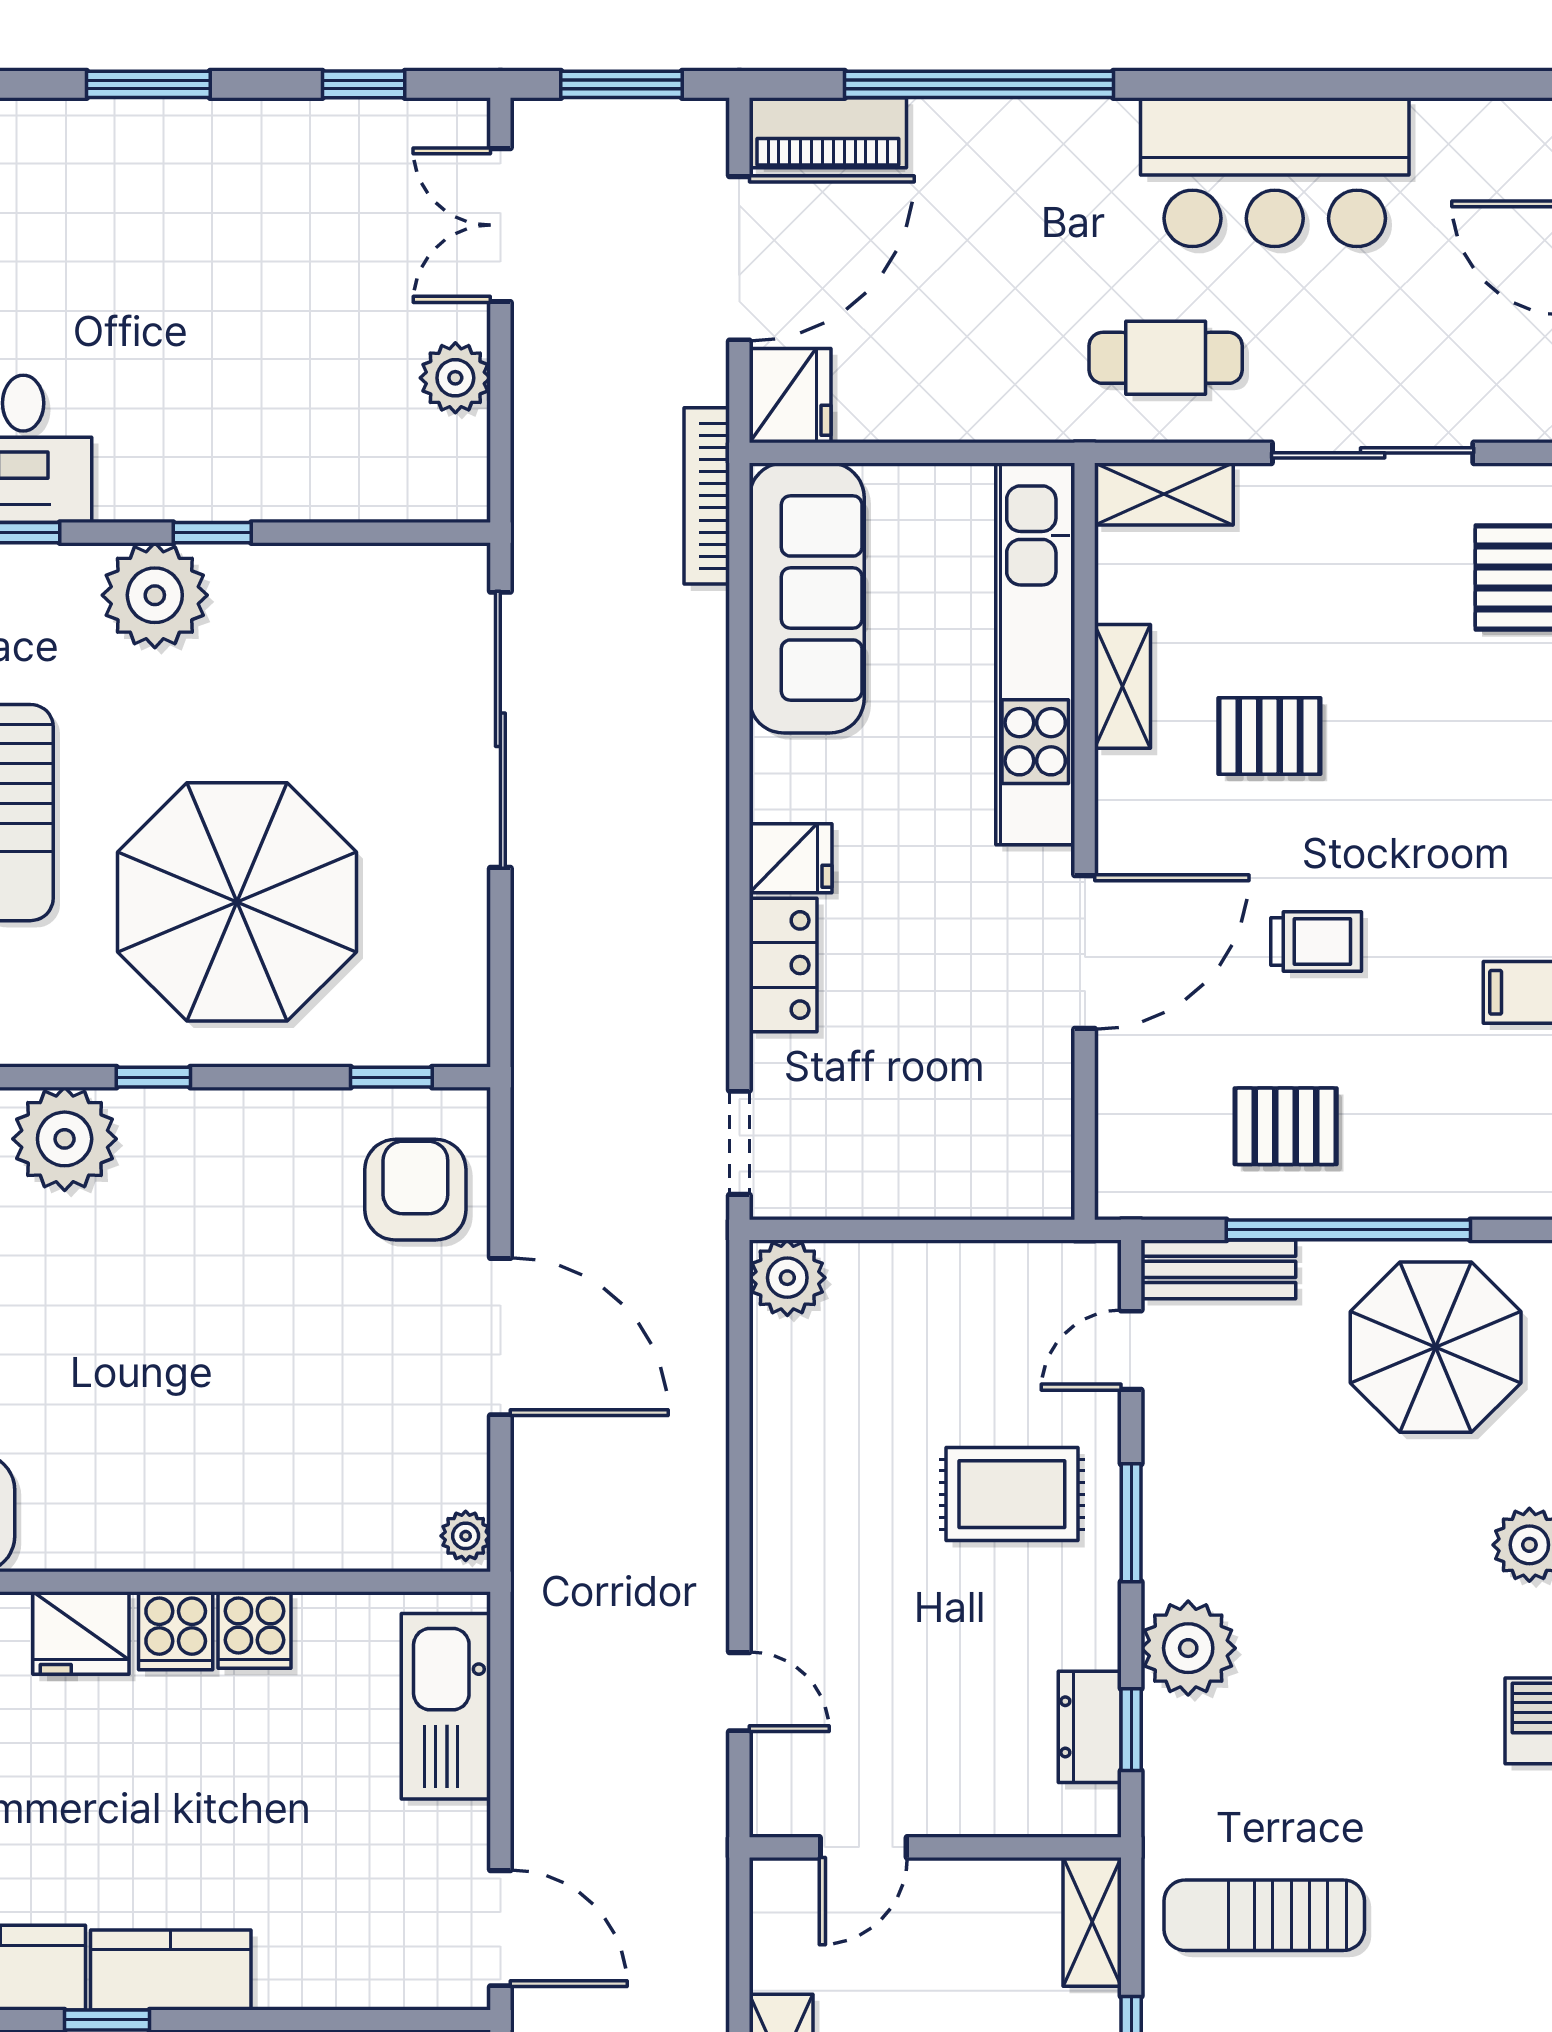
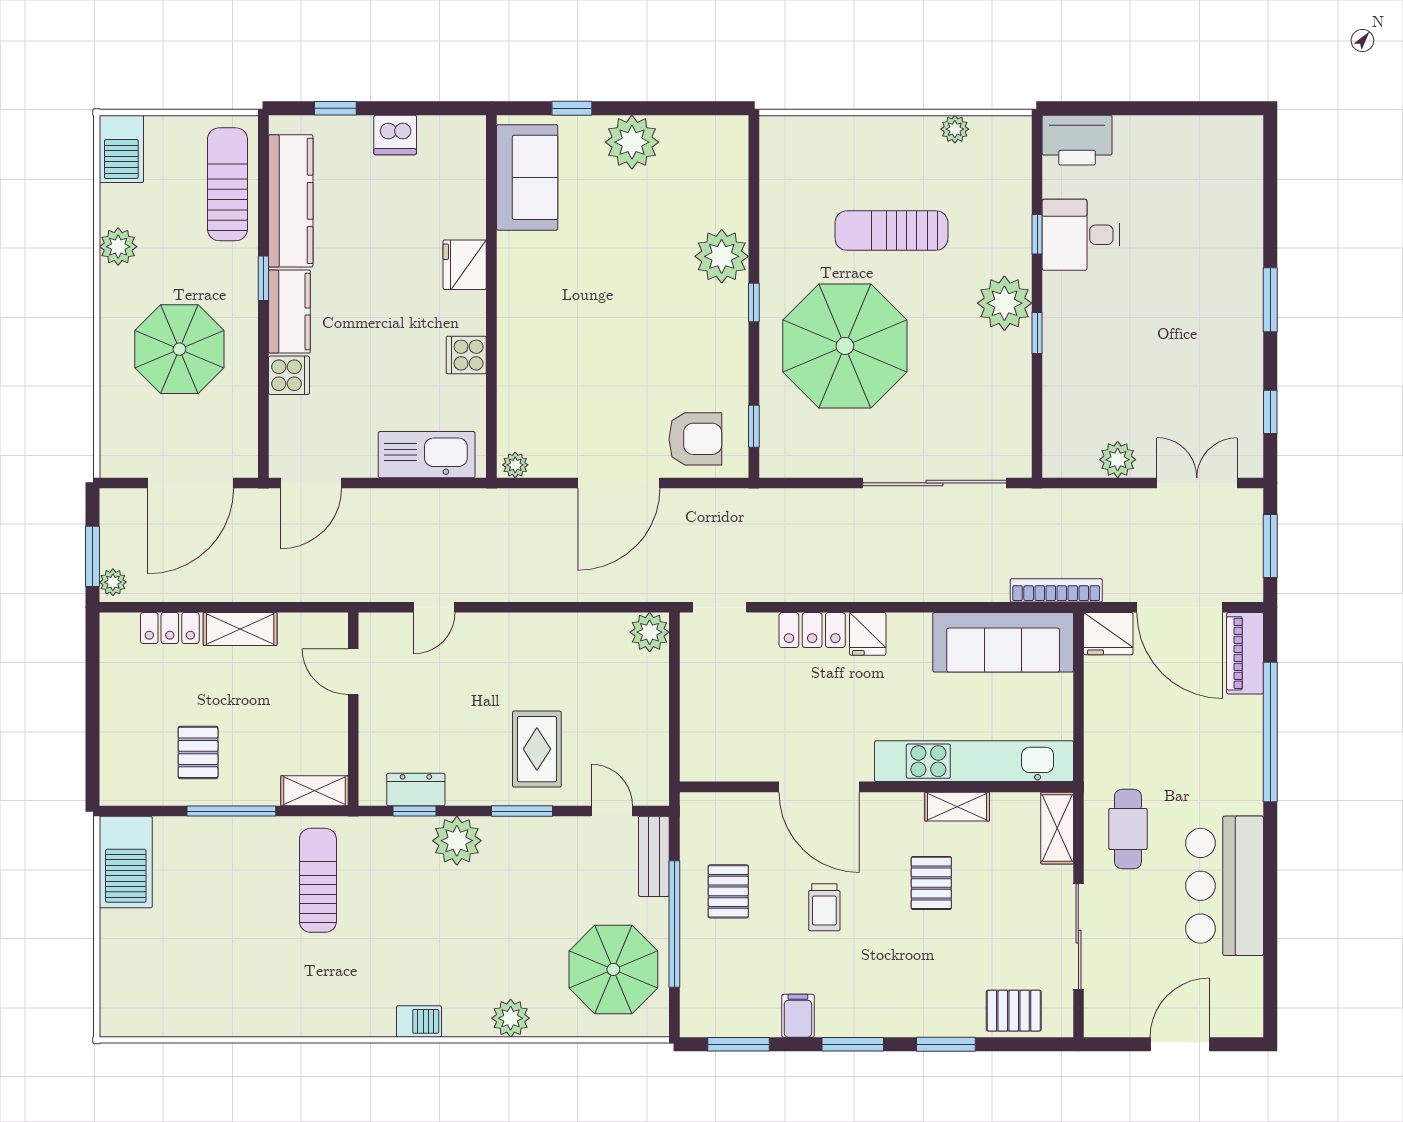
cooker: (176, 1631) -> (289, 375), moved, turned 180

